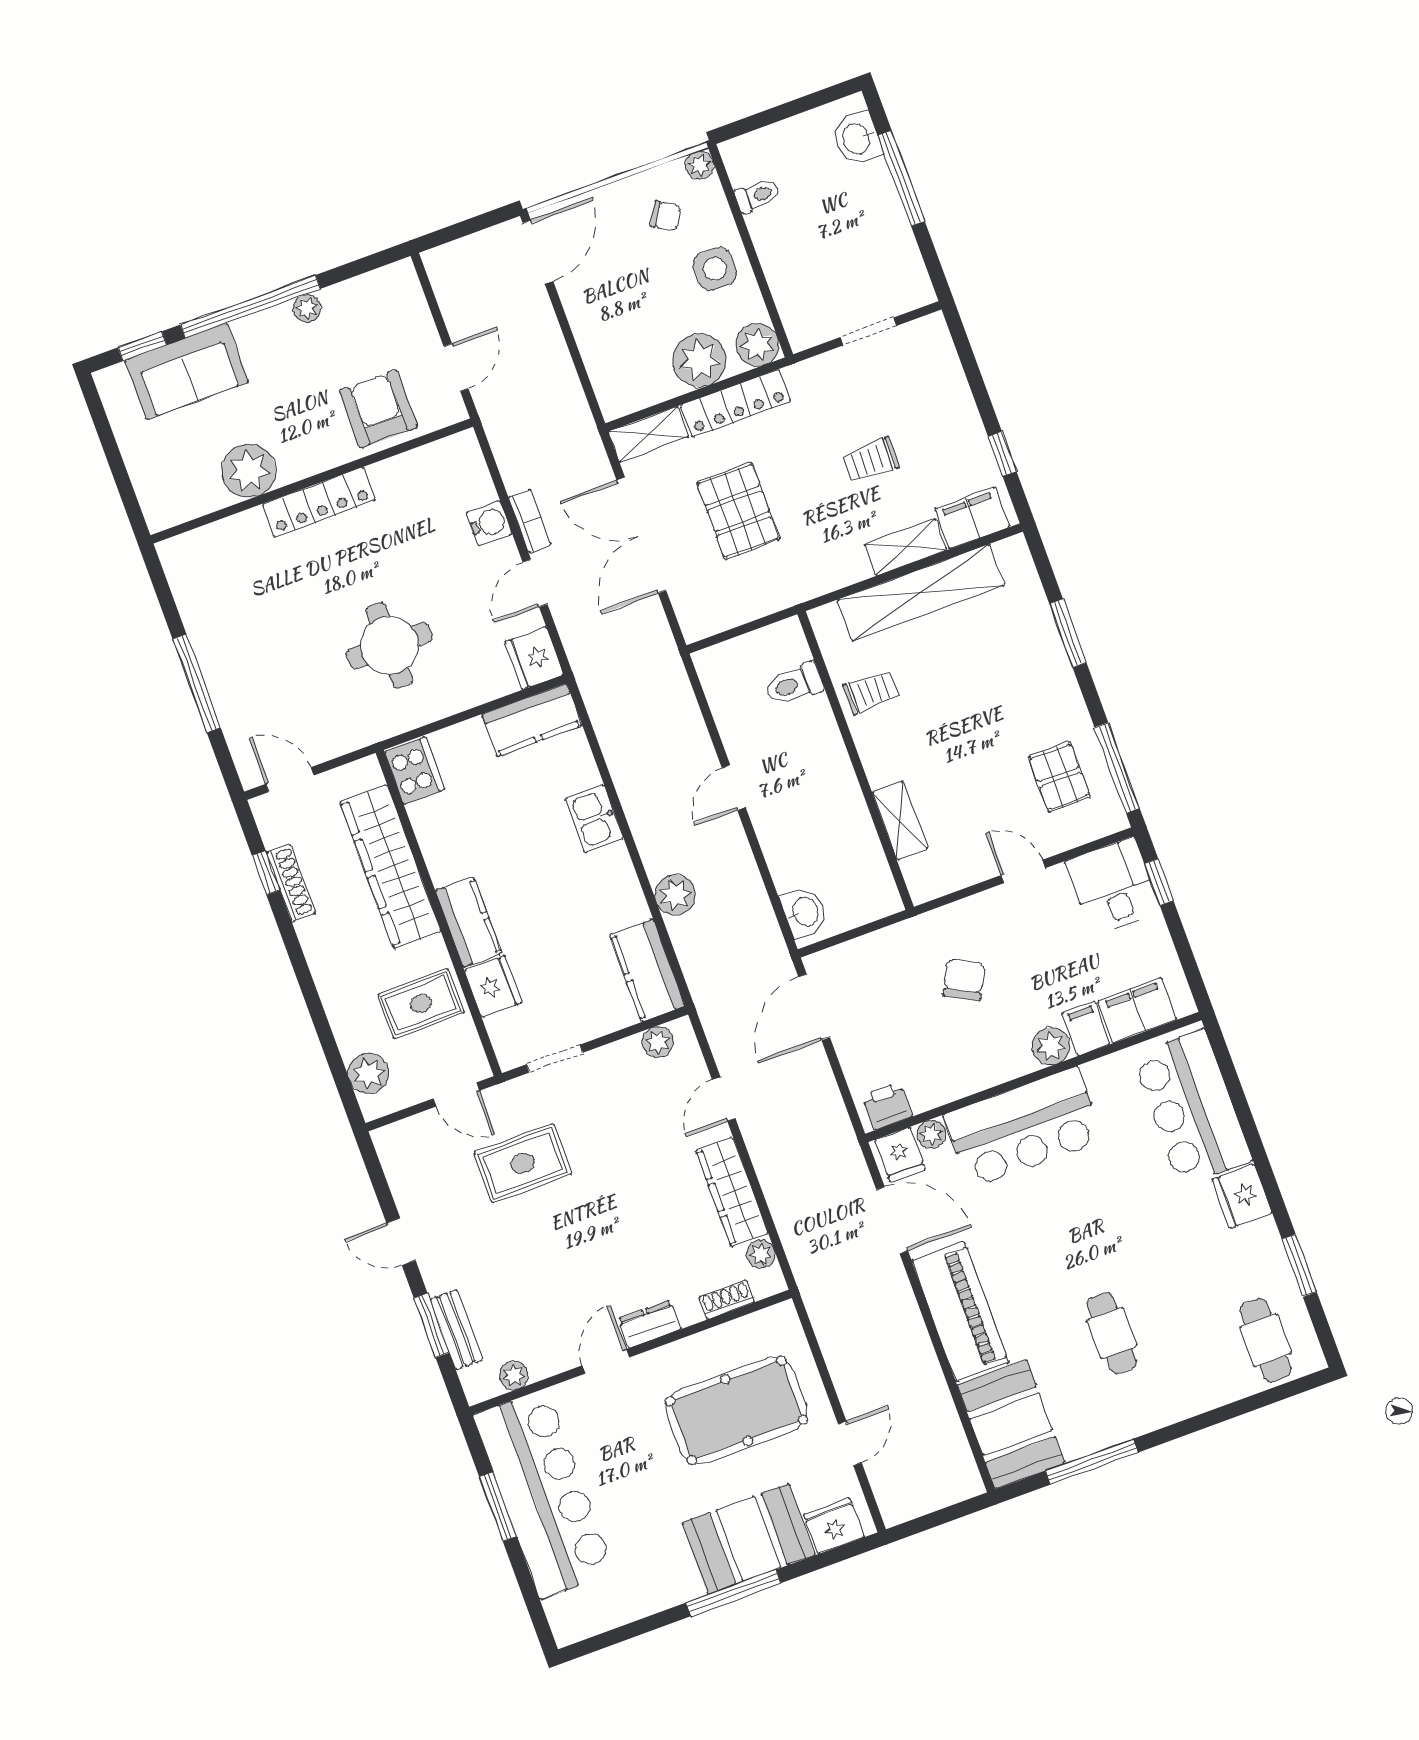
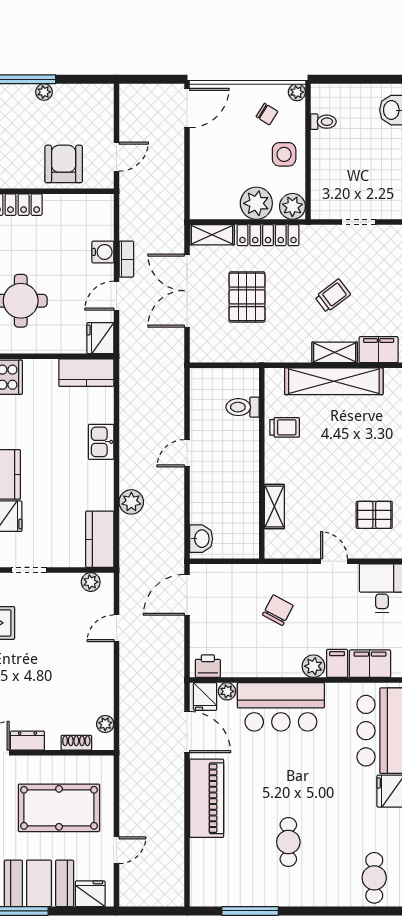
trolley: (871, 460) -> (333, 296), turned 143
pallet: (1059, 777) -> (374, 515), turned 90
wardrobe: (732, 1192) -> (102, 683), removed
booth: (1011, 1424) -> (212, 873), removed

